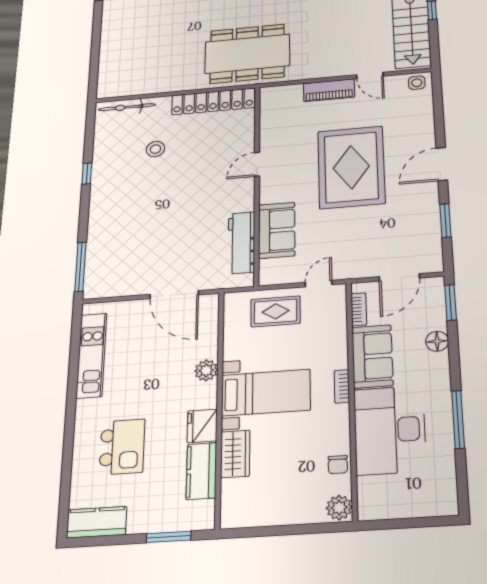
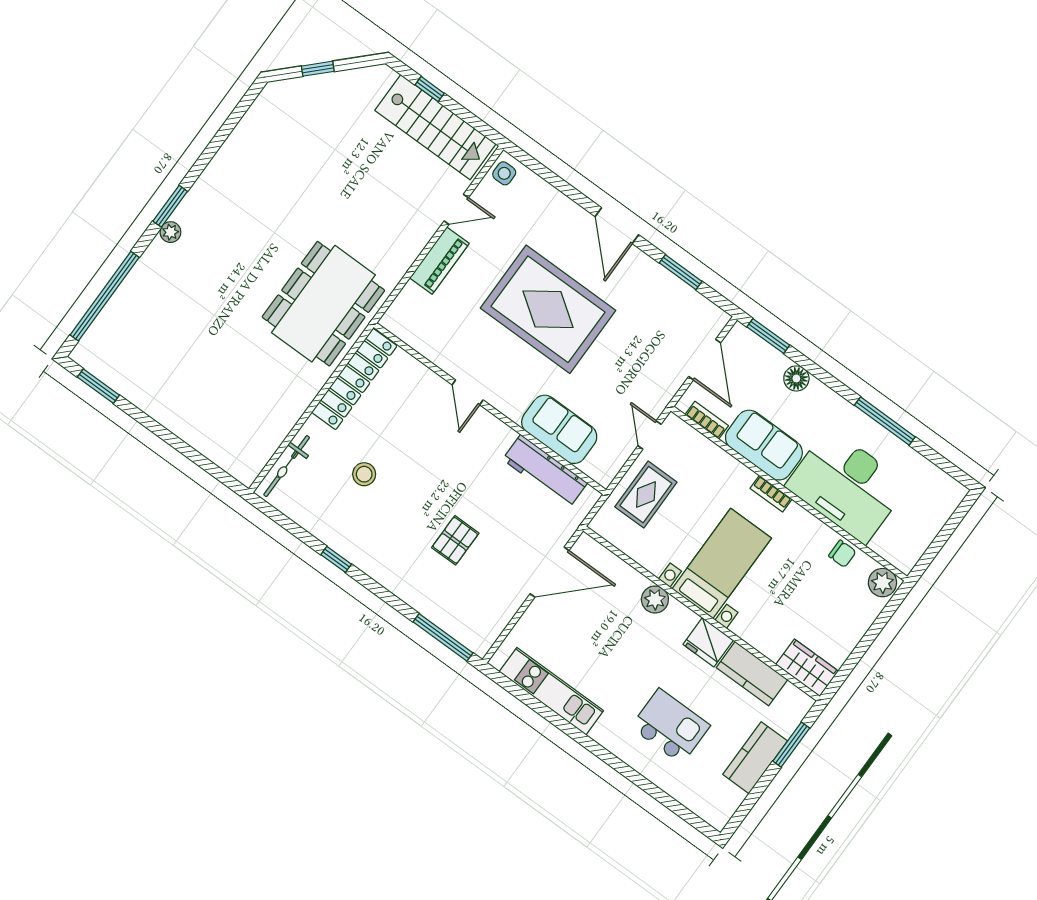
pallet: (152, 227) -> (455, 540), added
wardrobe: (235, 454) -> (807, 668), moved
kitchen counter: (97, 522) -> (755, 758), moved

